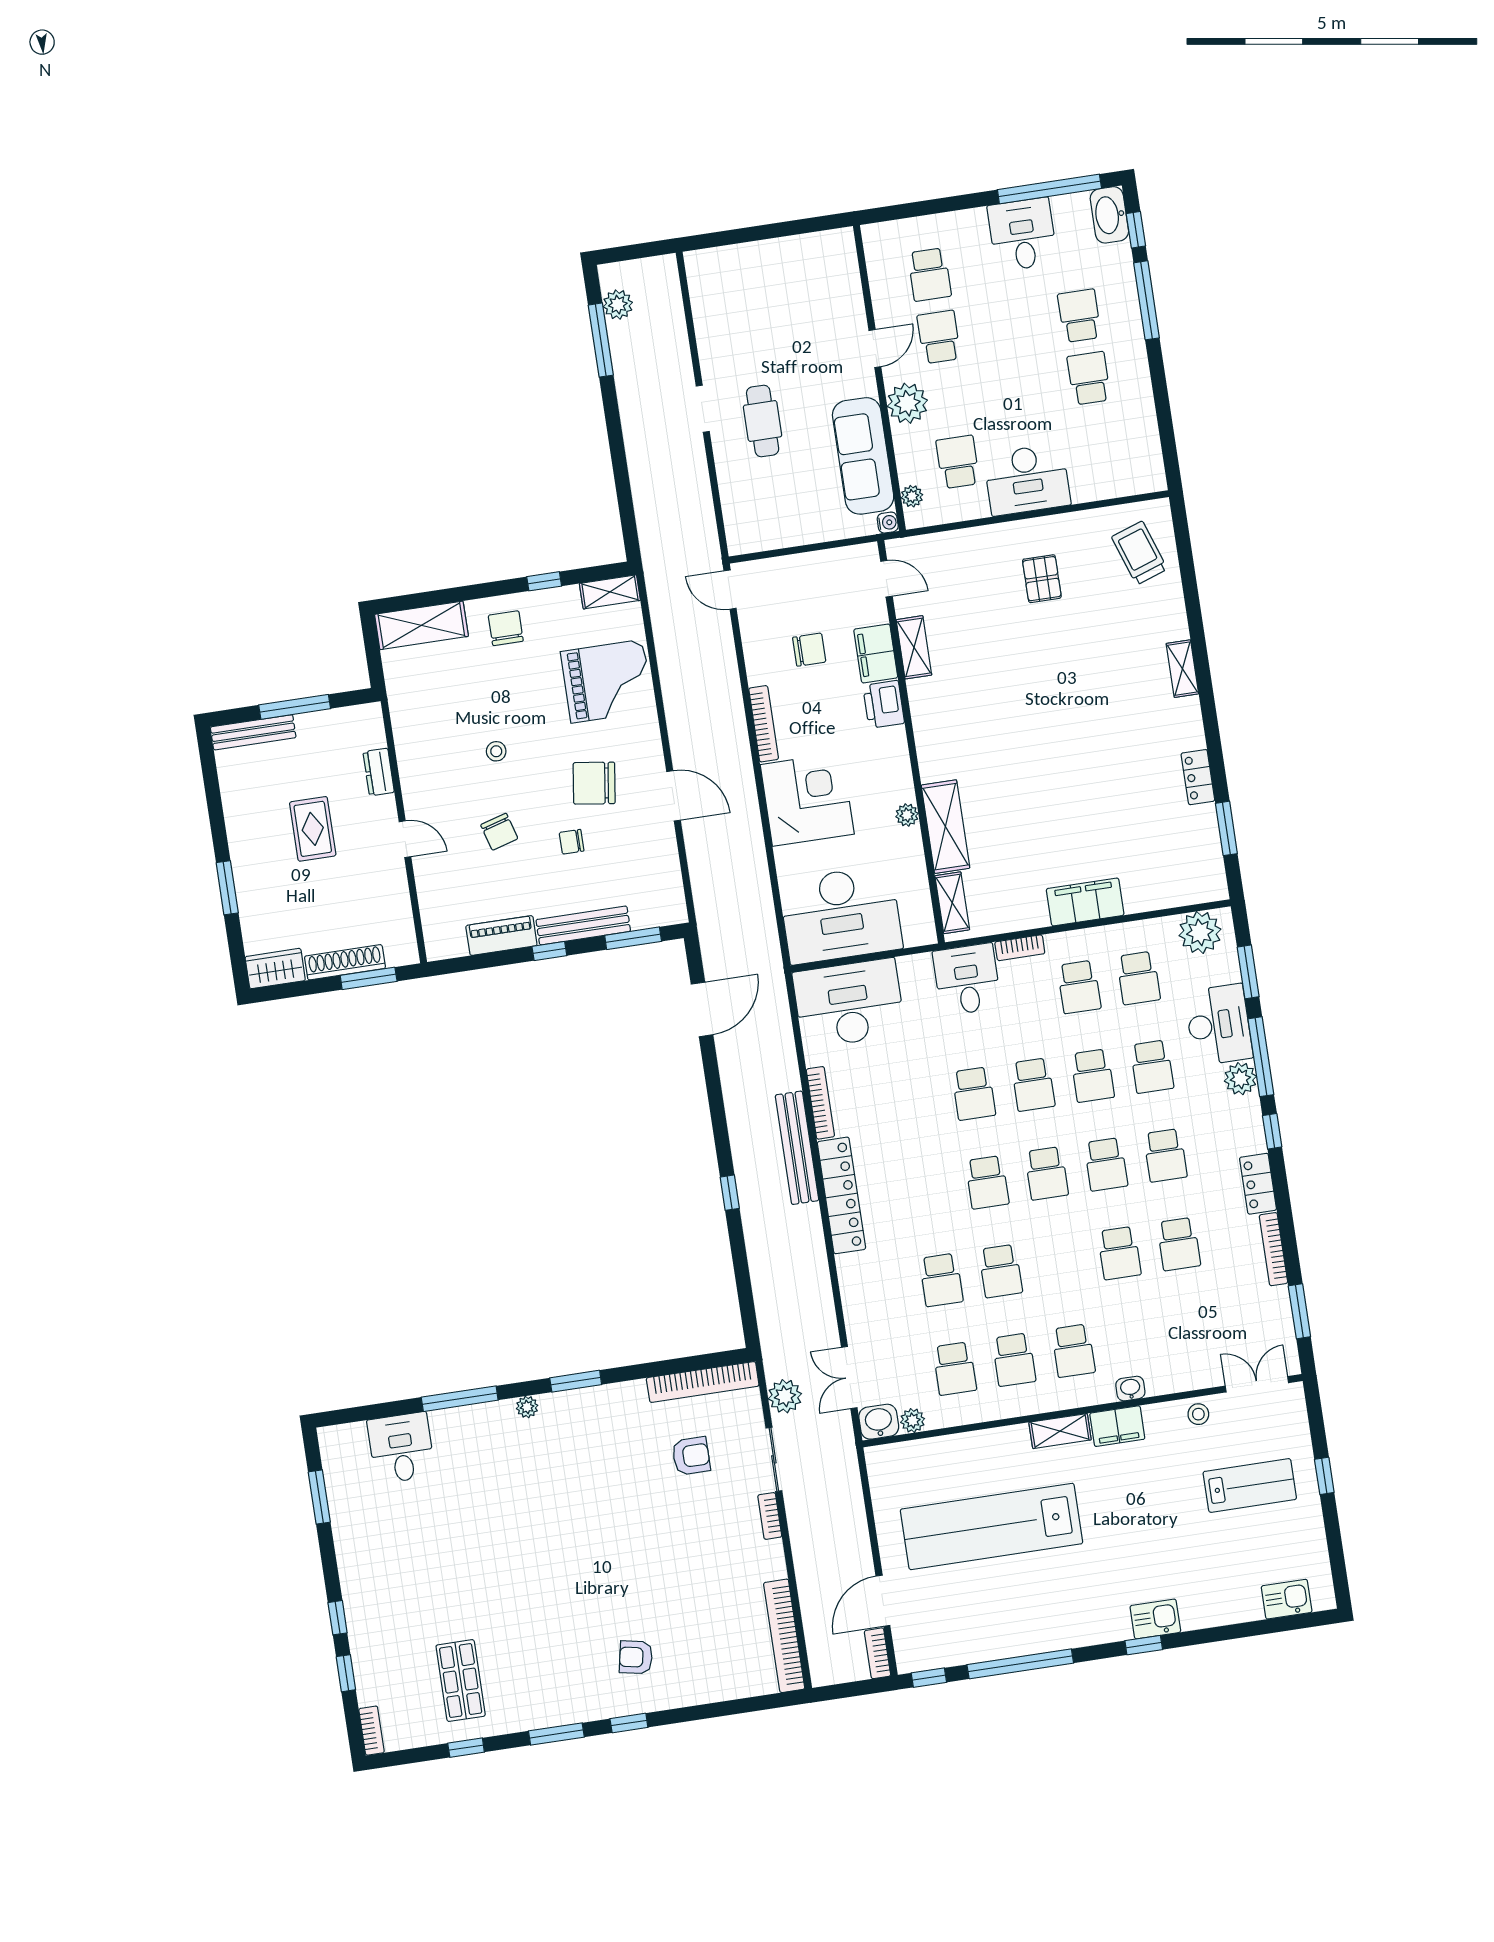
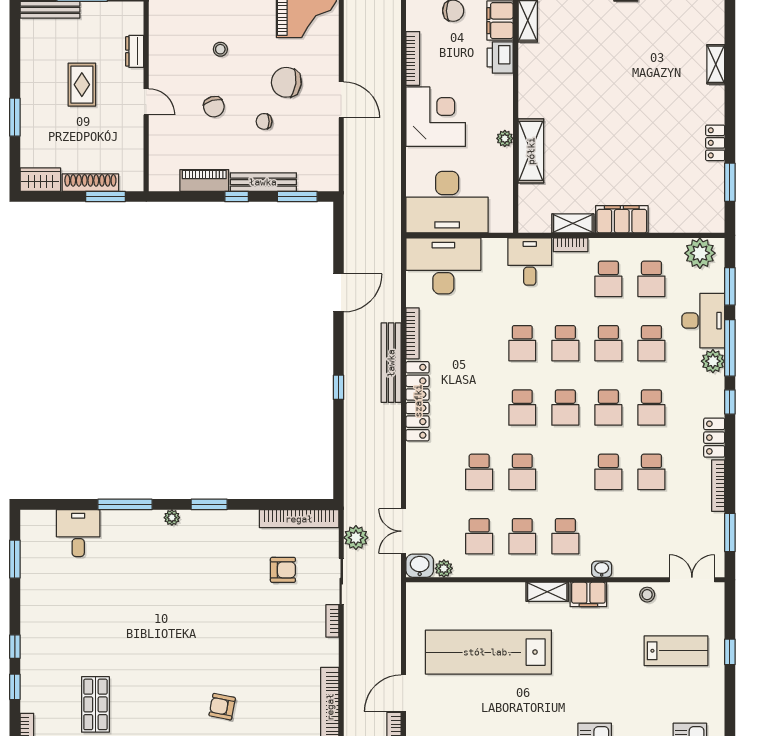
shelving: (952, 903) -> (573, 223), moved, turned 90
door: (702, 1009) -> (339, 293), moved

